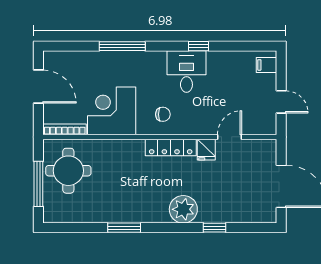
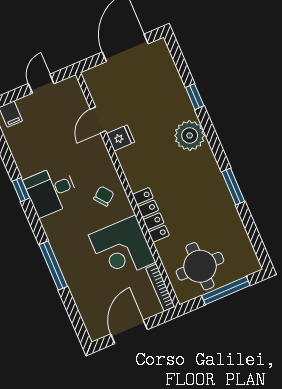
chair: (163, 114) -> (104, 196), turned 52
door: (230, 137) -> (98, 120), hinge flipped
locker: (171, 147) -> (151, 215), moved

